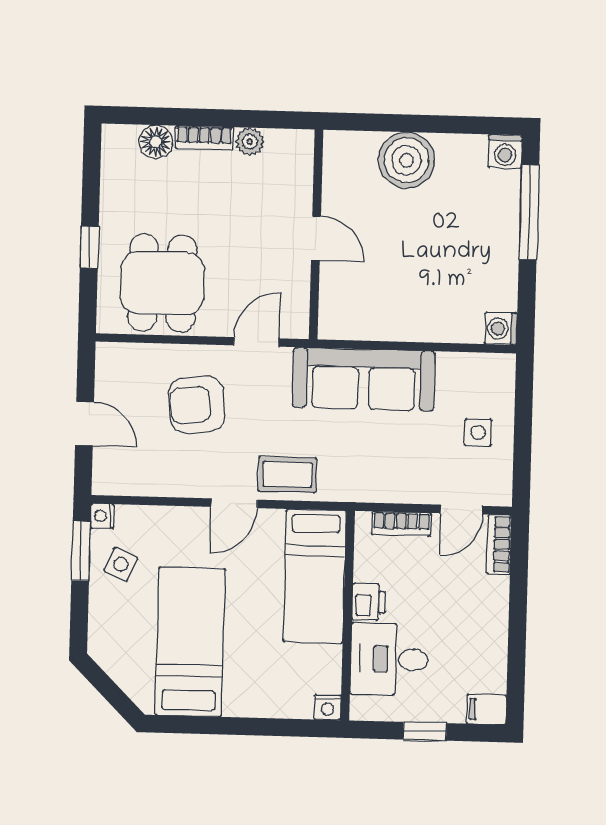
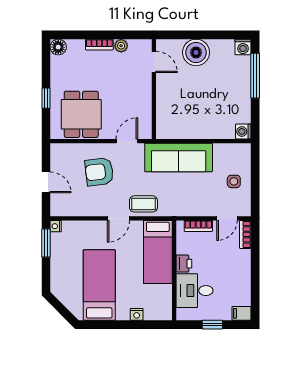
floor lamp: (156, 142) -> (58, 47), moved
door: (316, 238) -> (154, 62), moved
side table: (121, 564) -> (65, 249), removed
nightstand: (328, 707) -> (137, 314), moved

